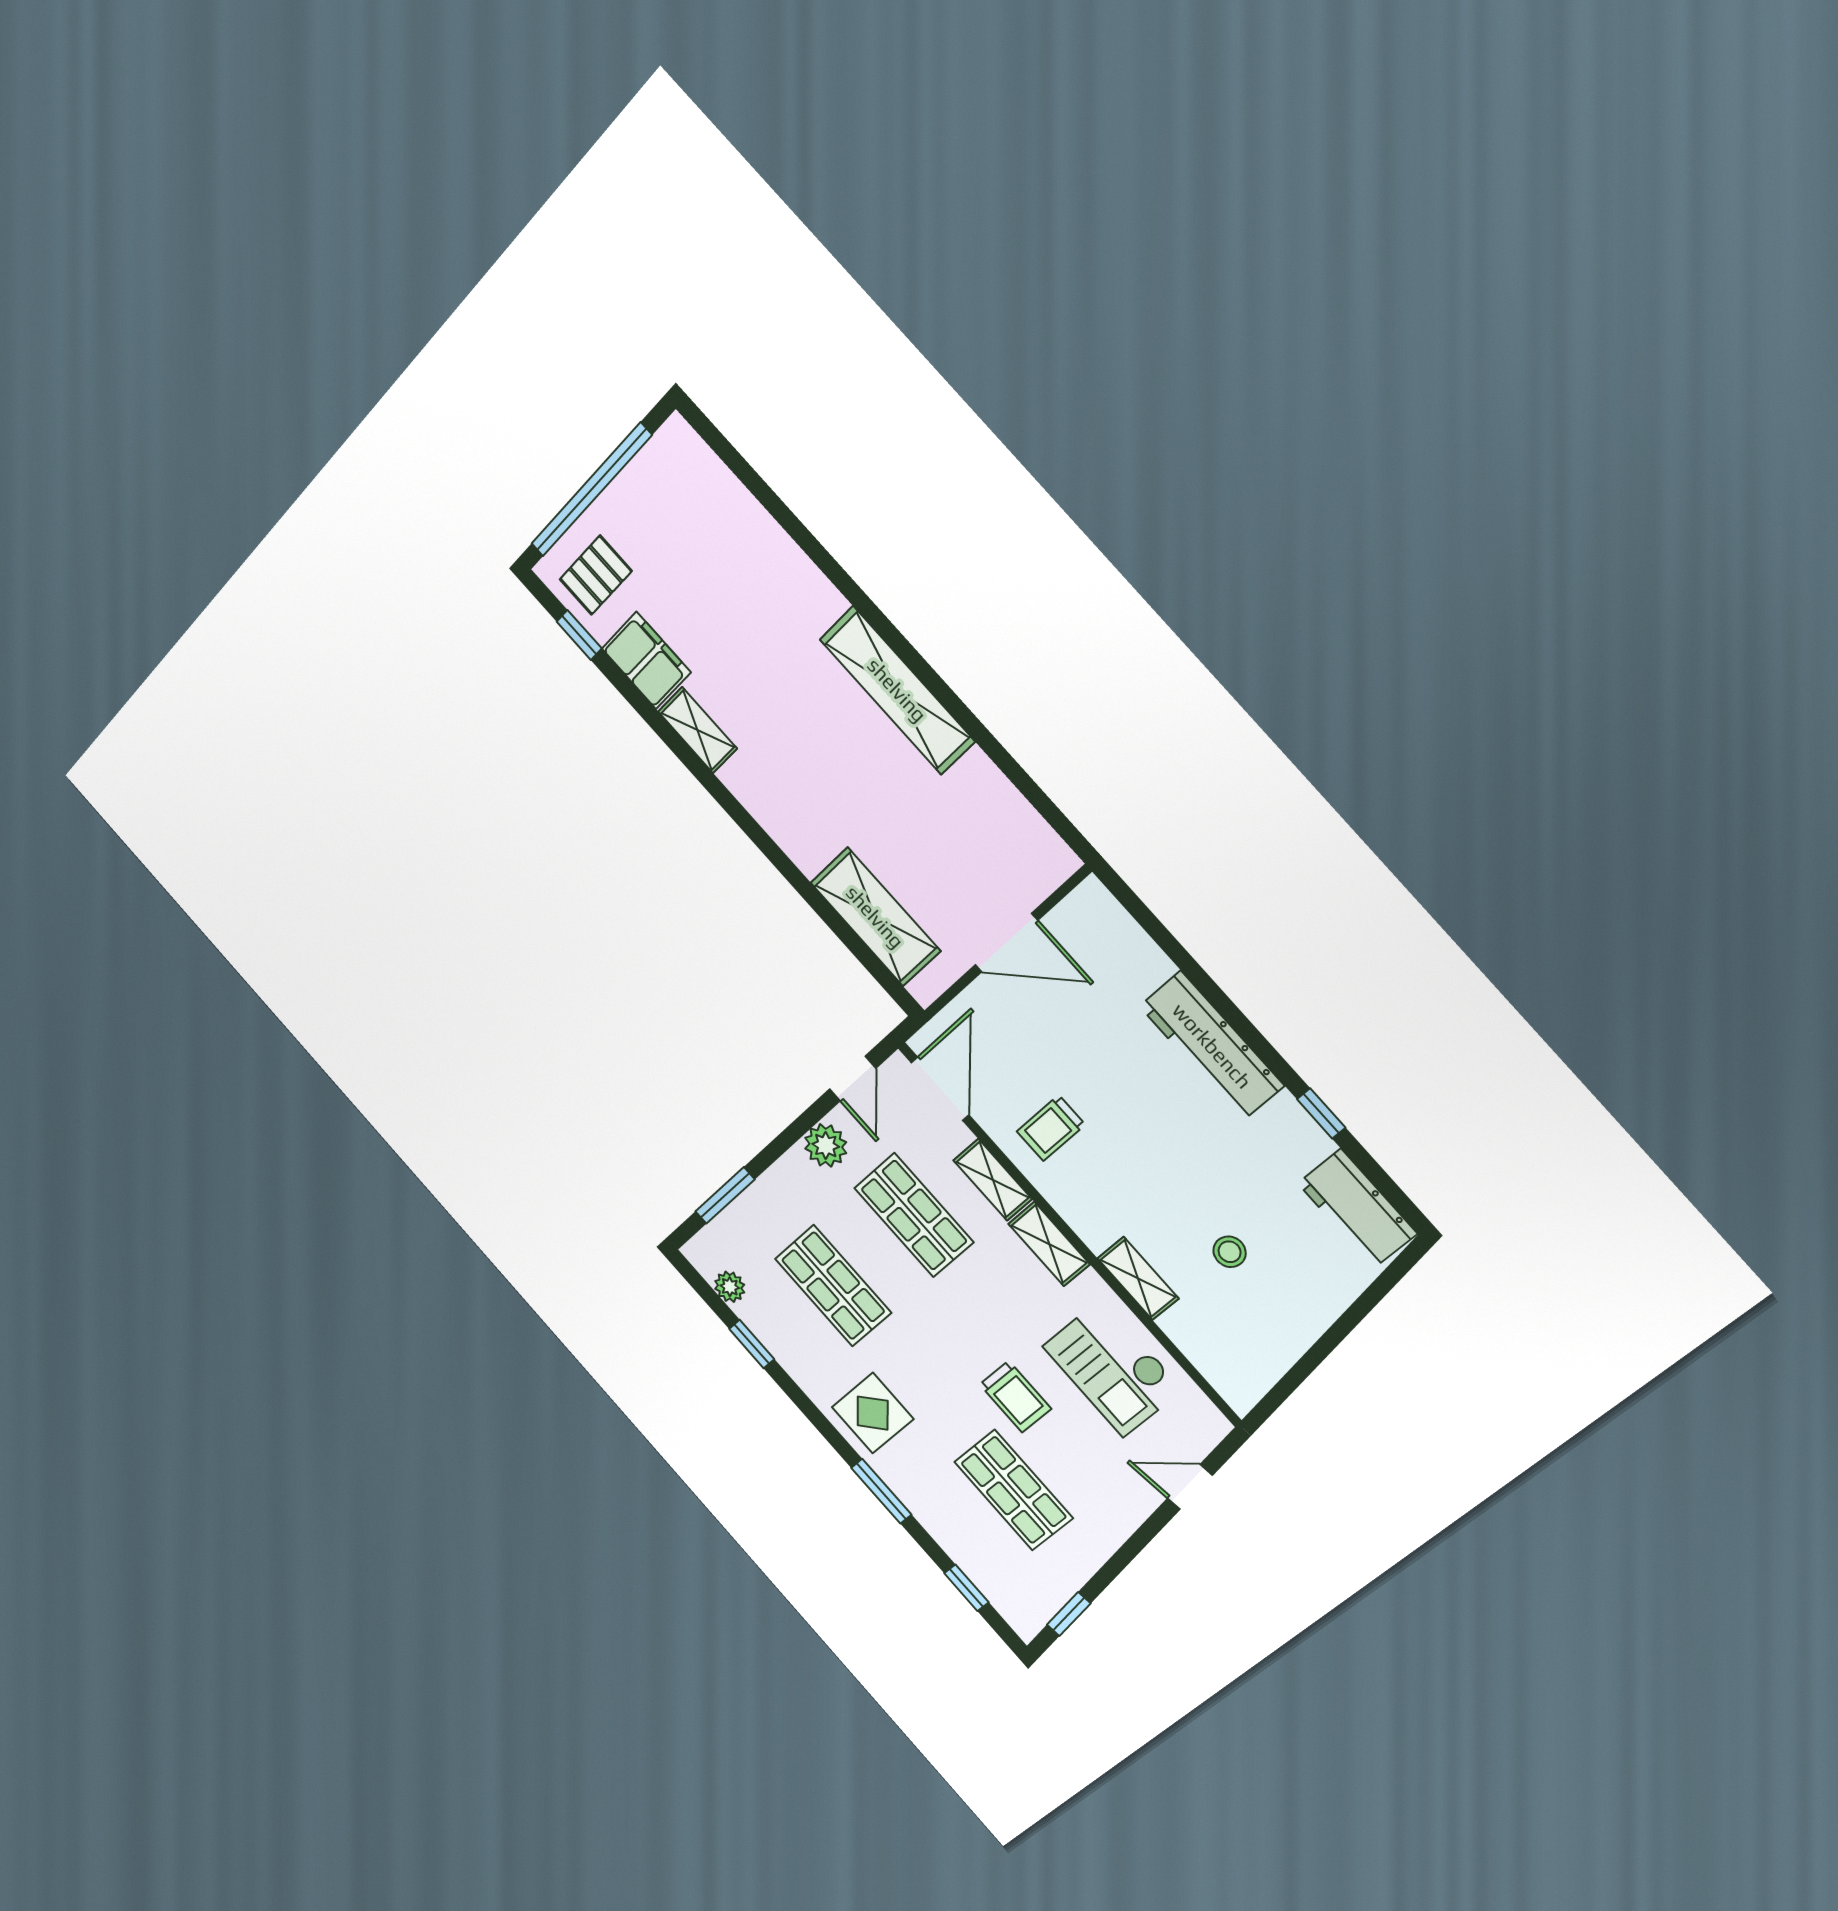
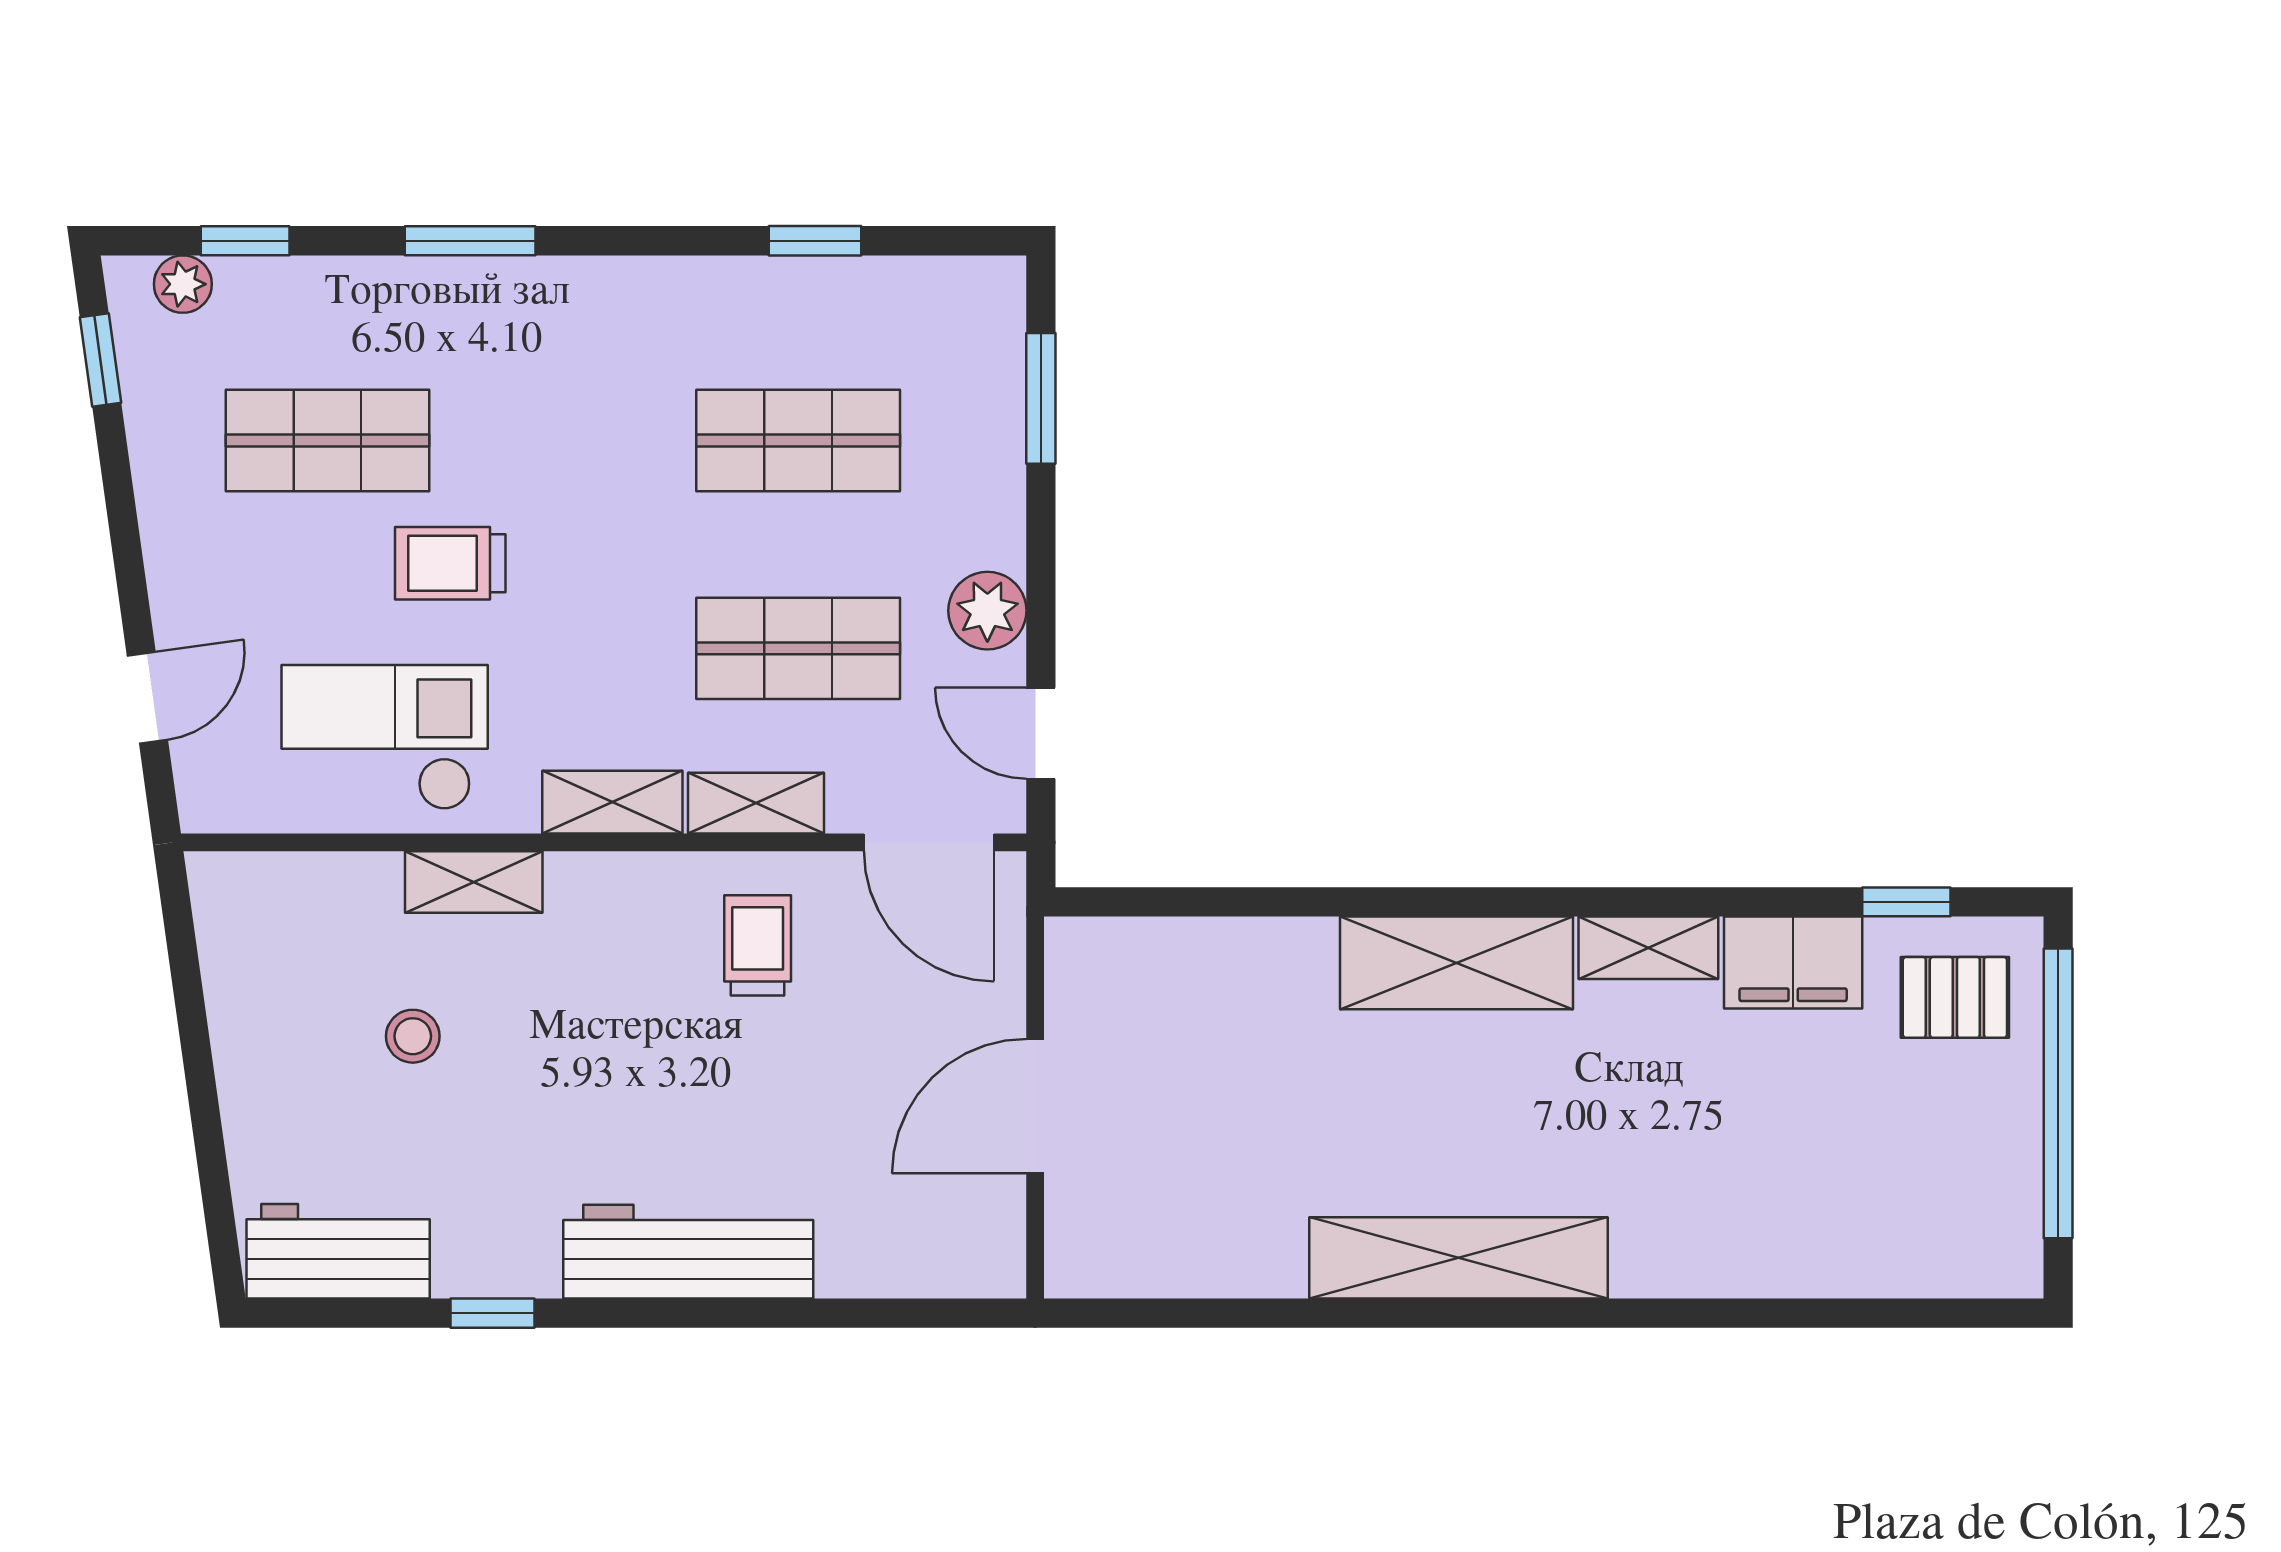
pallet: (596, 575) -> (1955, 997), turned 90
shelving: (875, 917) -> (1457, 963), moved
plant: (730, 1287) -> (183, 284), moved
display table: (873, 1413) -> (585, 332), removed

